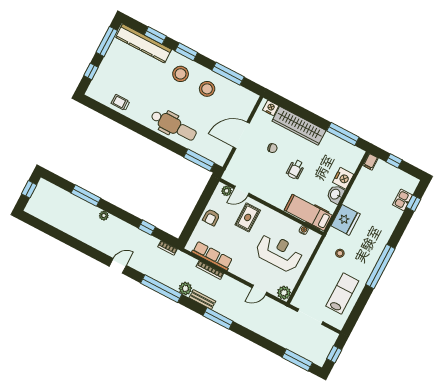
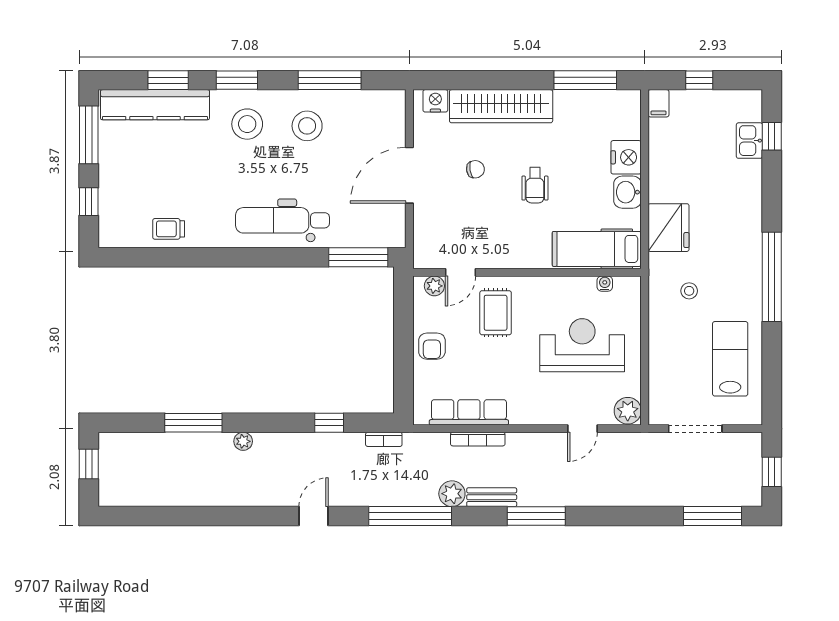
dental chair: (174, 126) -> (282, 220), turned 180

